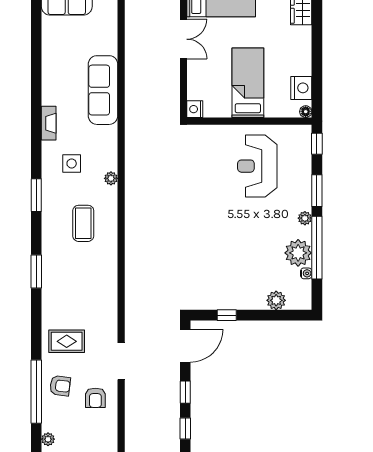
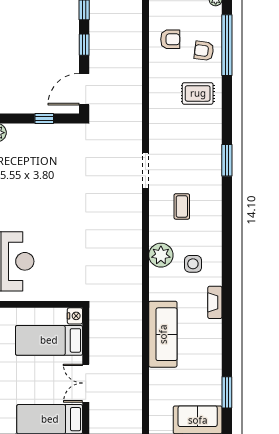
bed: (248, 83) -> (49, 340), moved, turned 90
plant: (111, 178) -> (161, 255), width x1.87, depth x1.87
window: (36, 195) -> (227, 392), moved
coffee table: (83, 223) -> (182, 206), width x0.73, depth x0.77
doorway: (121, 361) -> (145, 170), moved
armchair: (95, 398) -> (170, 39), turned 90

